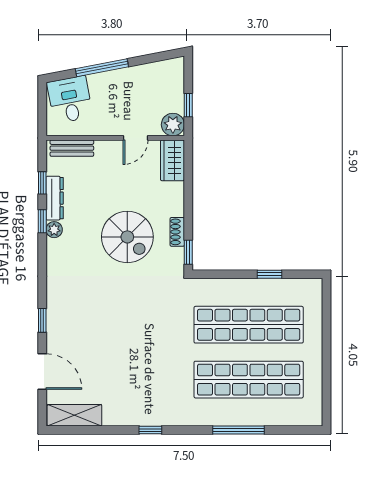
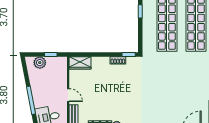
plant: (173, 125) -> (40, 63), moved
door: (135, 138) -> (68, 95), moved
spiral stairs: (127, 237) -> (120, 87), removed

